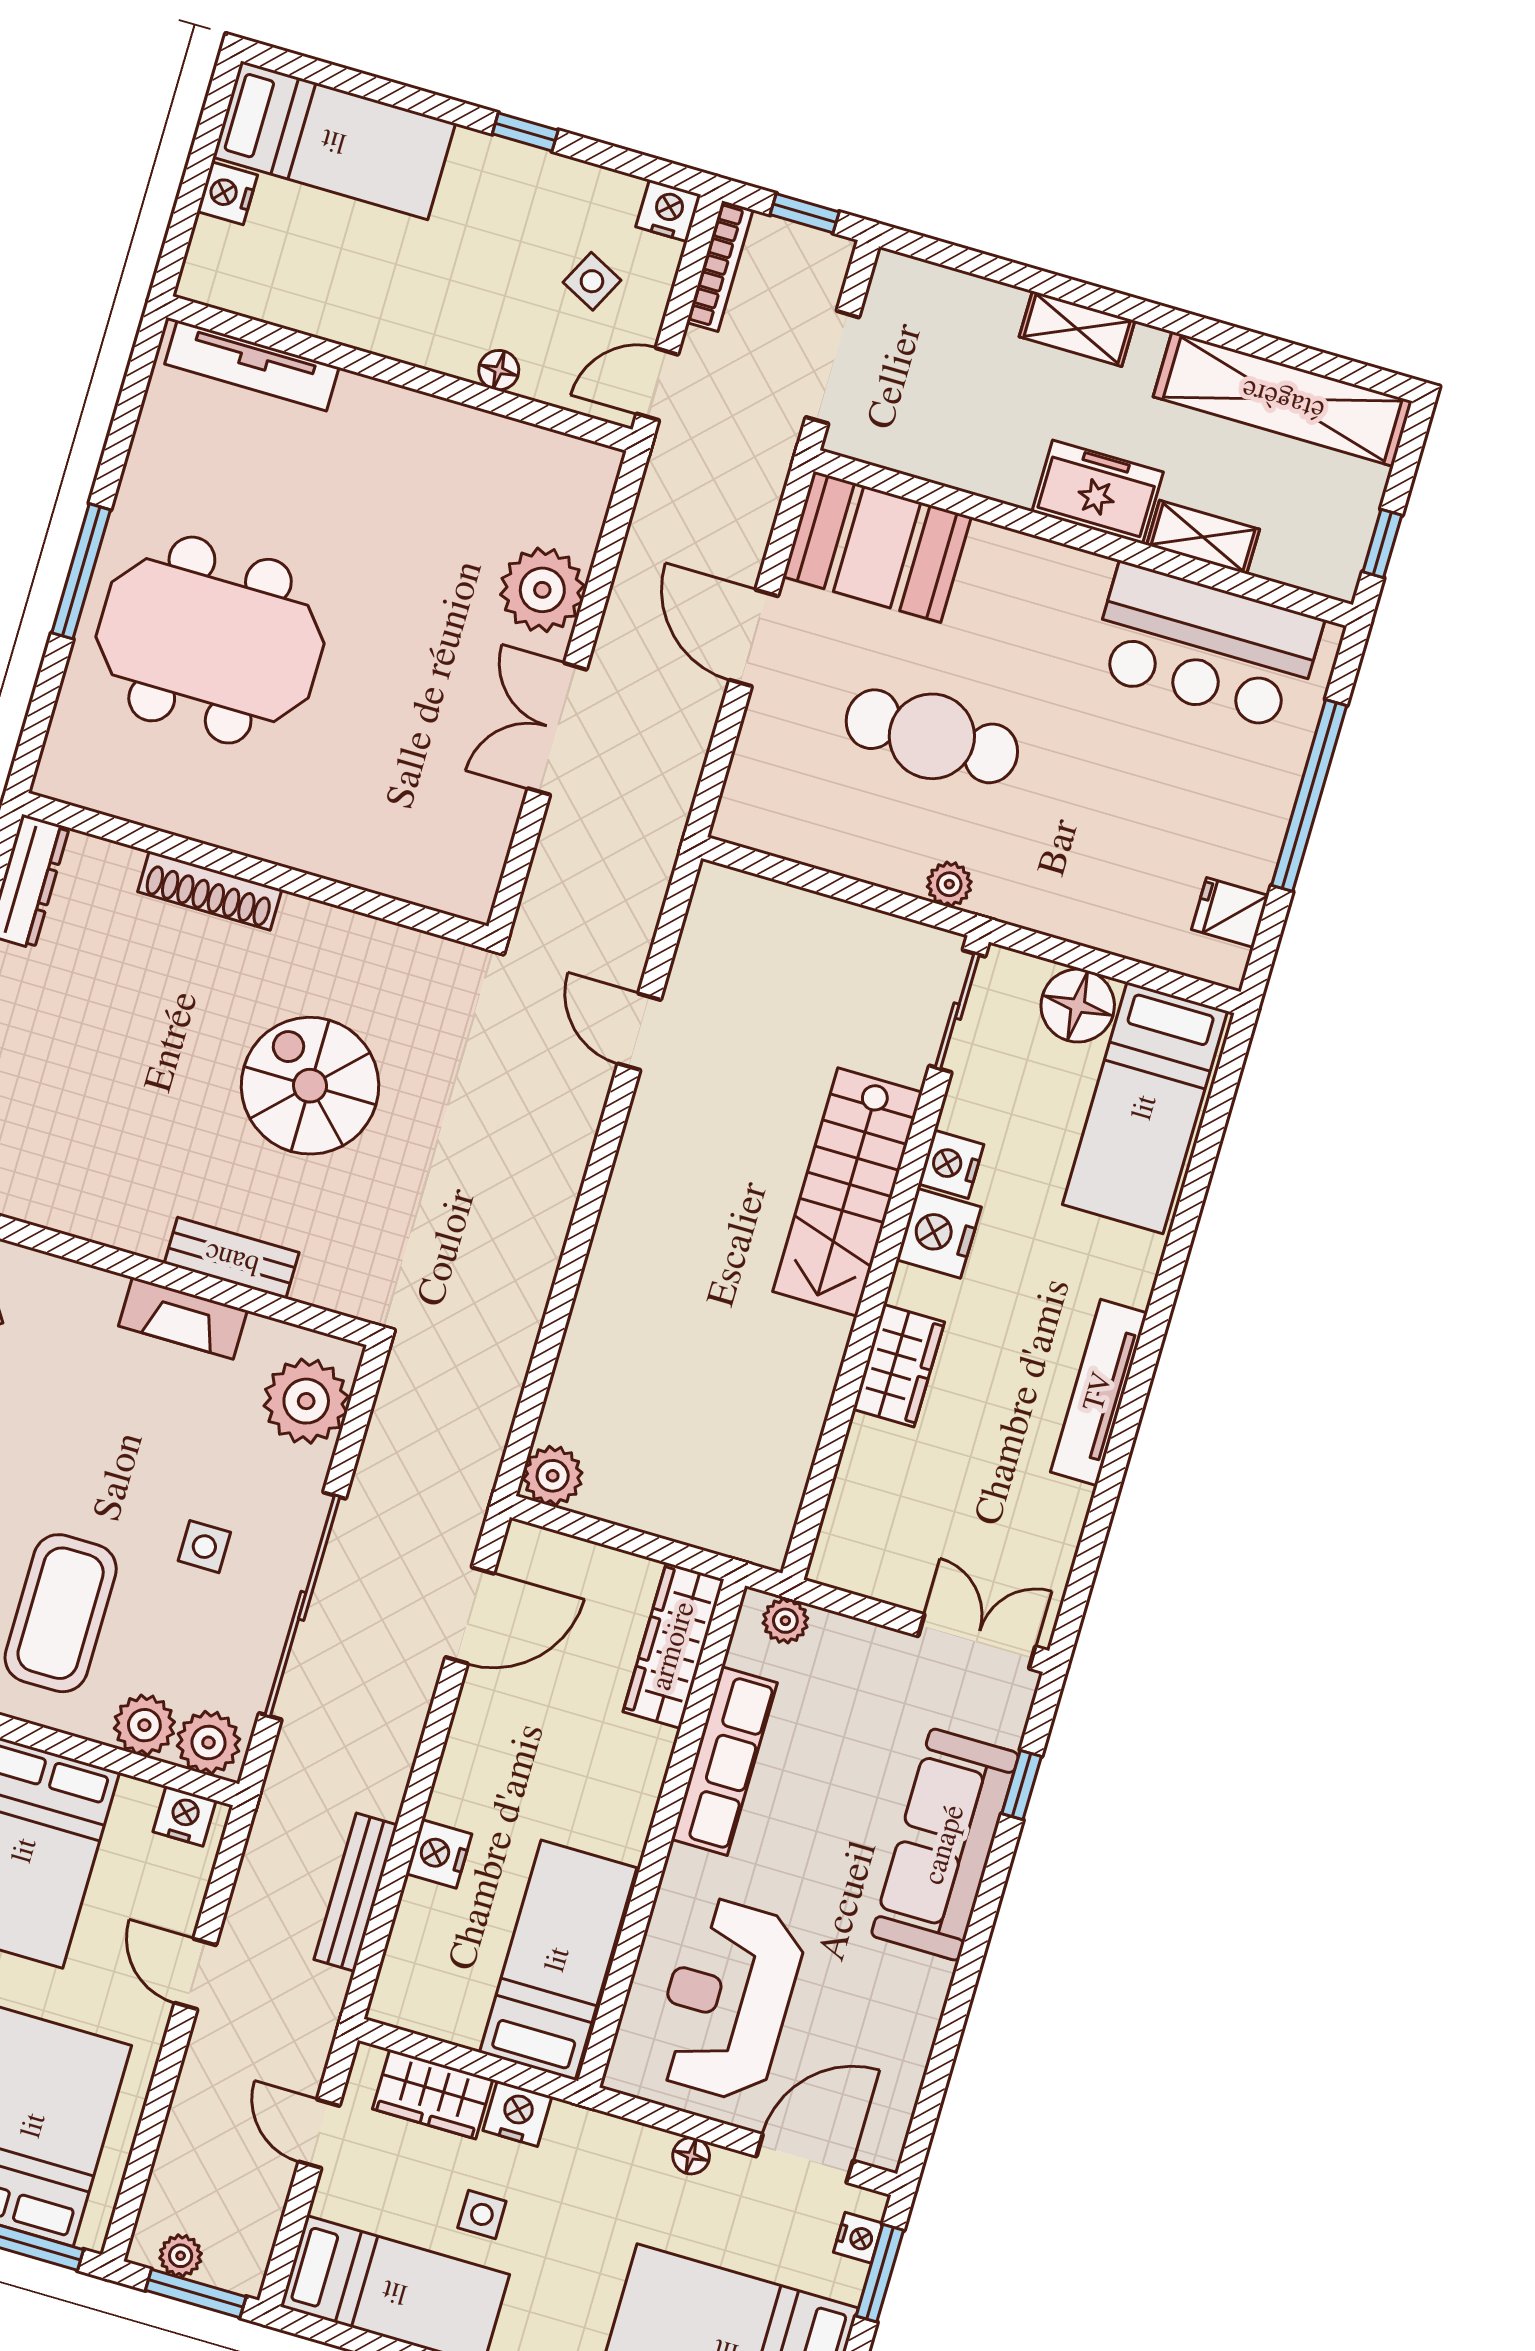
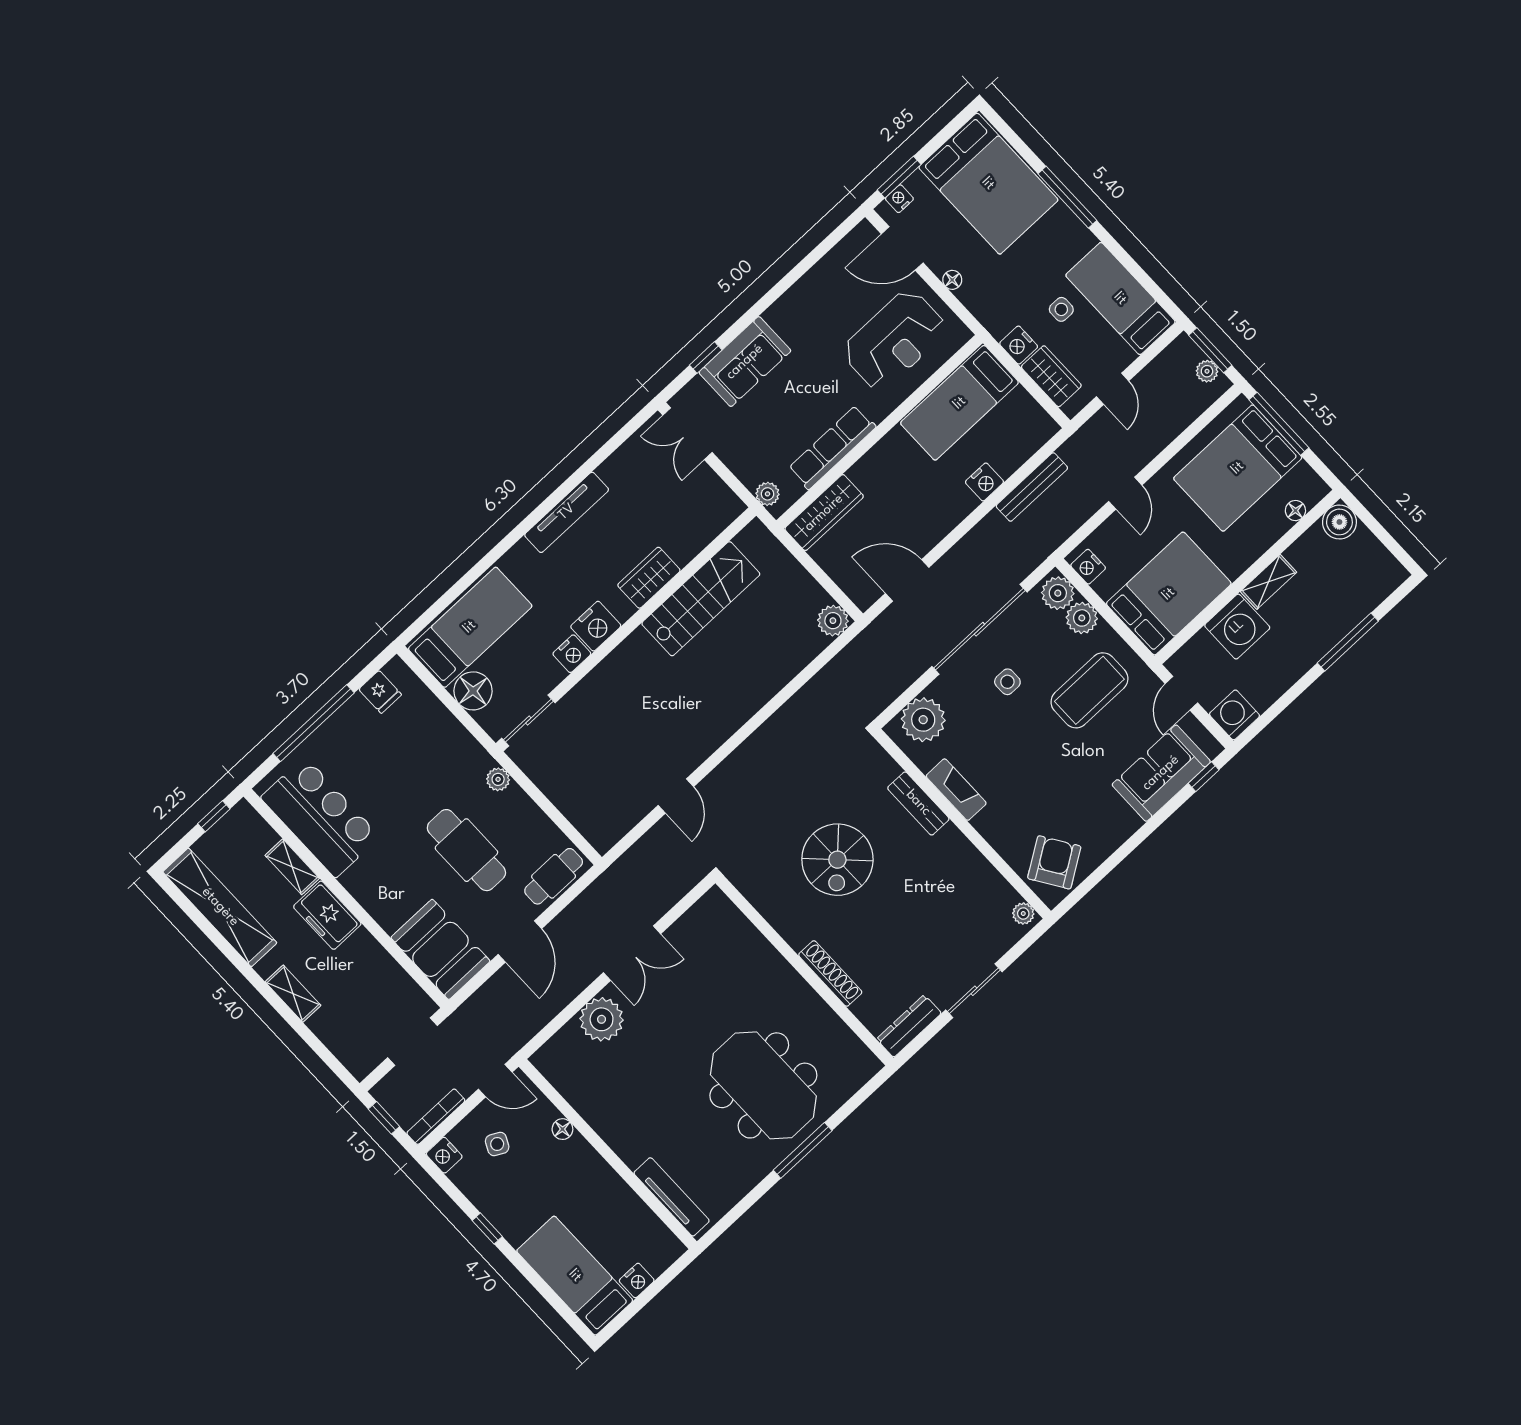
cafe table: (762, 779) -> (554, 876), added
stairs: (848, 1192) -> (701, 599), moved
sofa: (945, 1845) -> (745, 362), width x0.73

